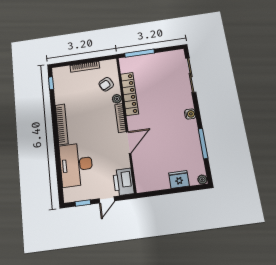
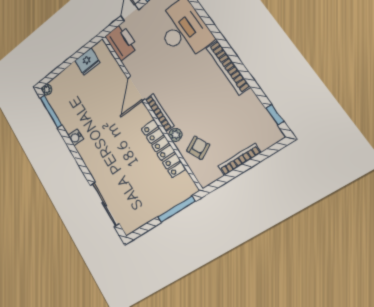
water cooler: (190, 114) -> (76, 137), moved
window: (203, 144) -> (51, 111), moved
fridge: (179, 179) -> (87, 62), moved

